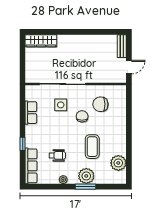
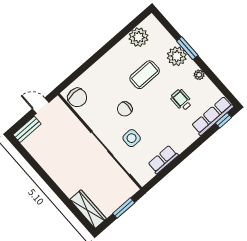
window: (23, 63) -> (124, 208), added
chair: (100, 104) -> (77, 98), moved
window: (23, 144) -> (223, 120), moved

